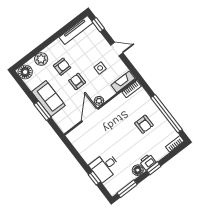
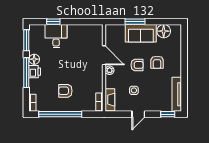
plant: (41, 59) -> (175, 51), removed
floor lamp: (25, 72) -> (164, 31), moved
window: (154, 168) -> (26, 73), width x2.17

